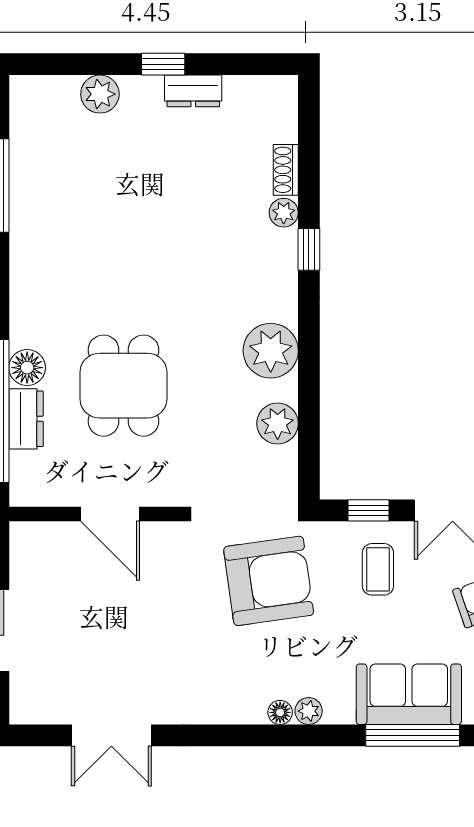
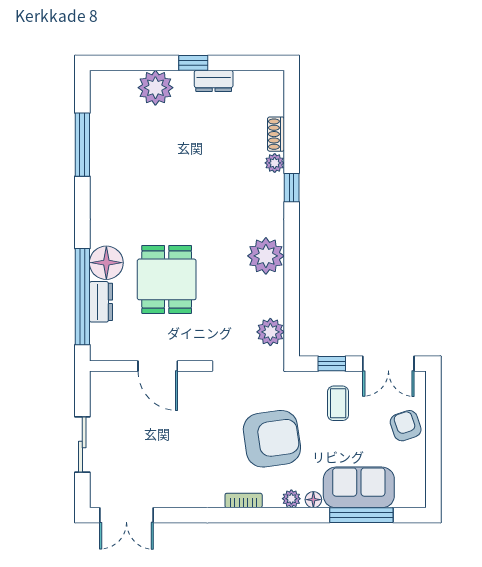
plant: (100, 94) -> (155, 88), width x1.36, depth x1.36
floor lamp: (27, 368) -> (106, 263), width x1.38, depth x1.38
plant: (278, 423) -> (270, 332), moved
armchair: (269, 581) -> (272, 439), moved
floor lamp: (280, 712) -> (313, 500), moved
bookcase: (238, 714) -> (244, 500), added
double door: (111, 735) -> (126, 515), moved

